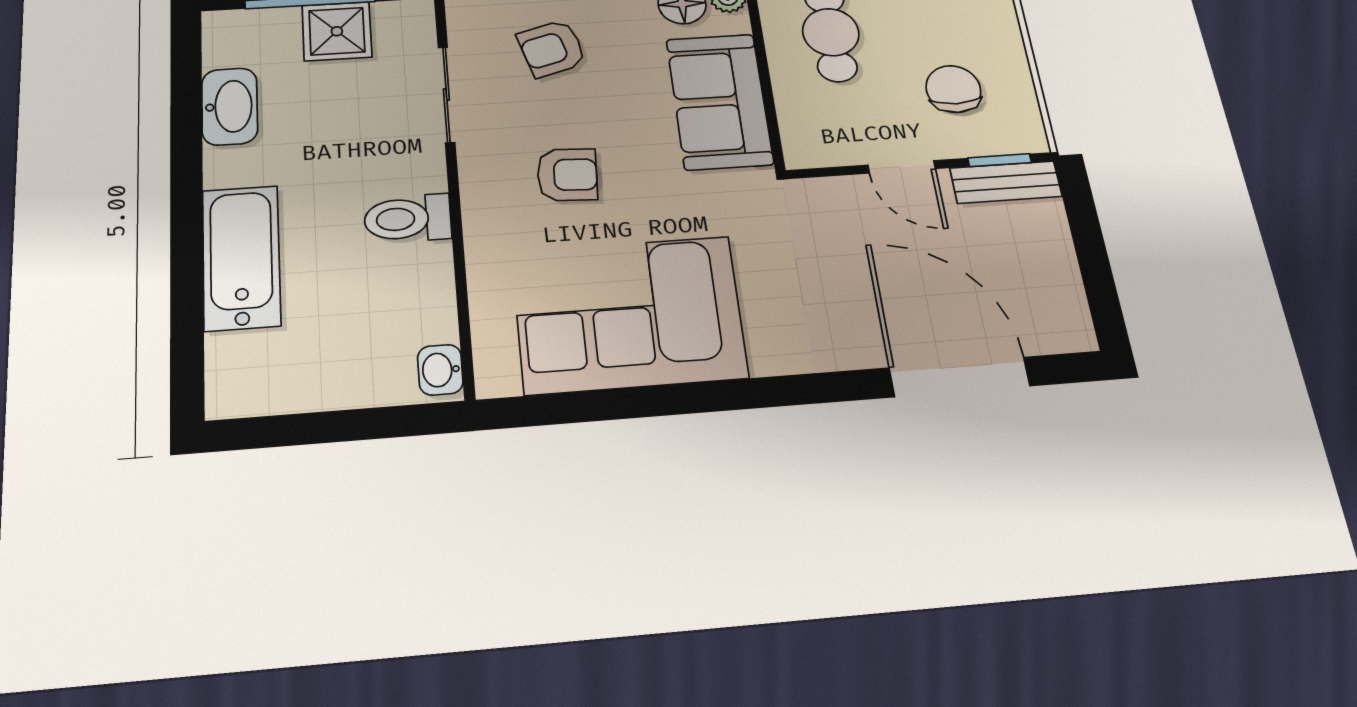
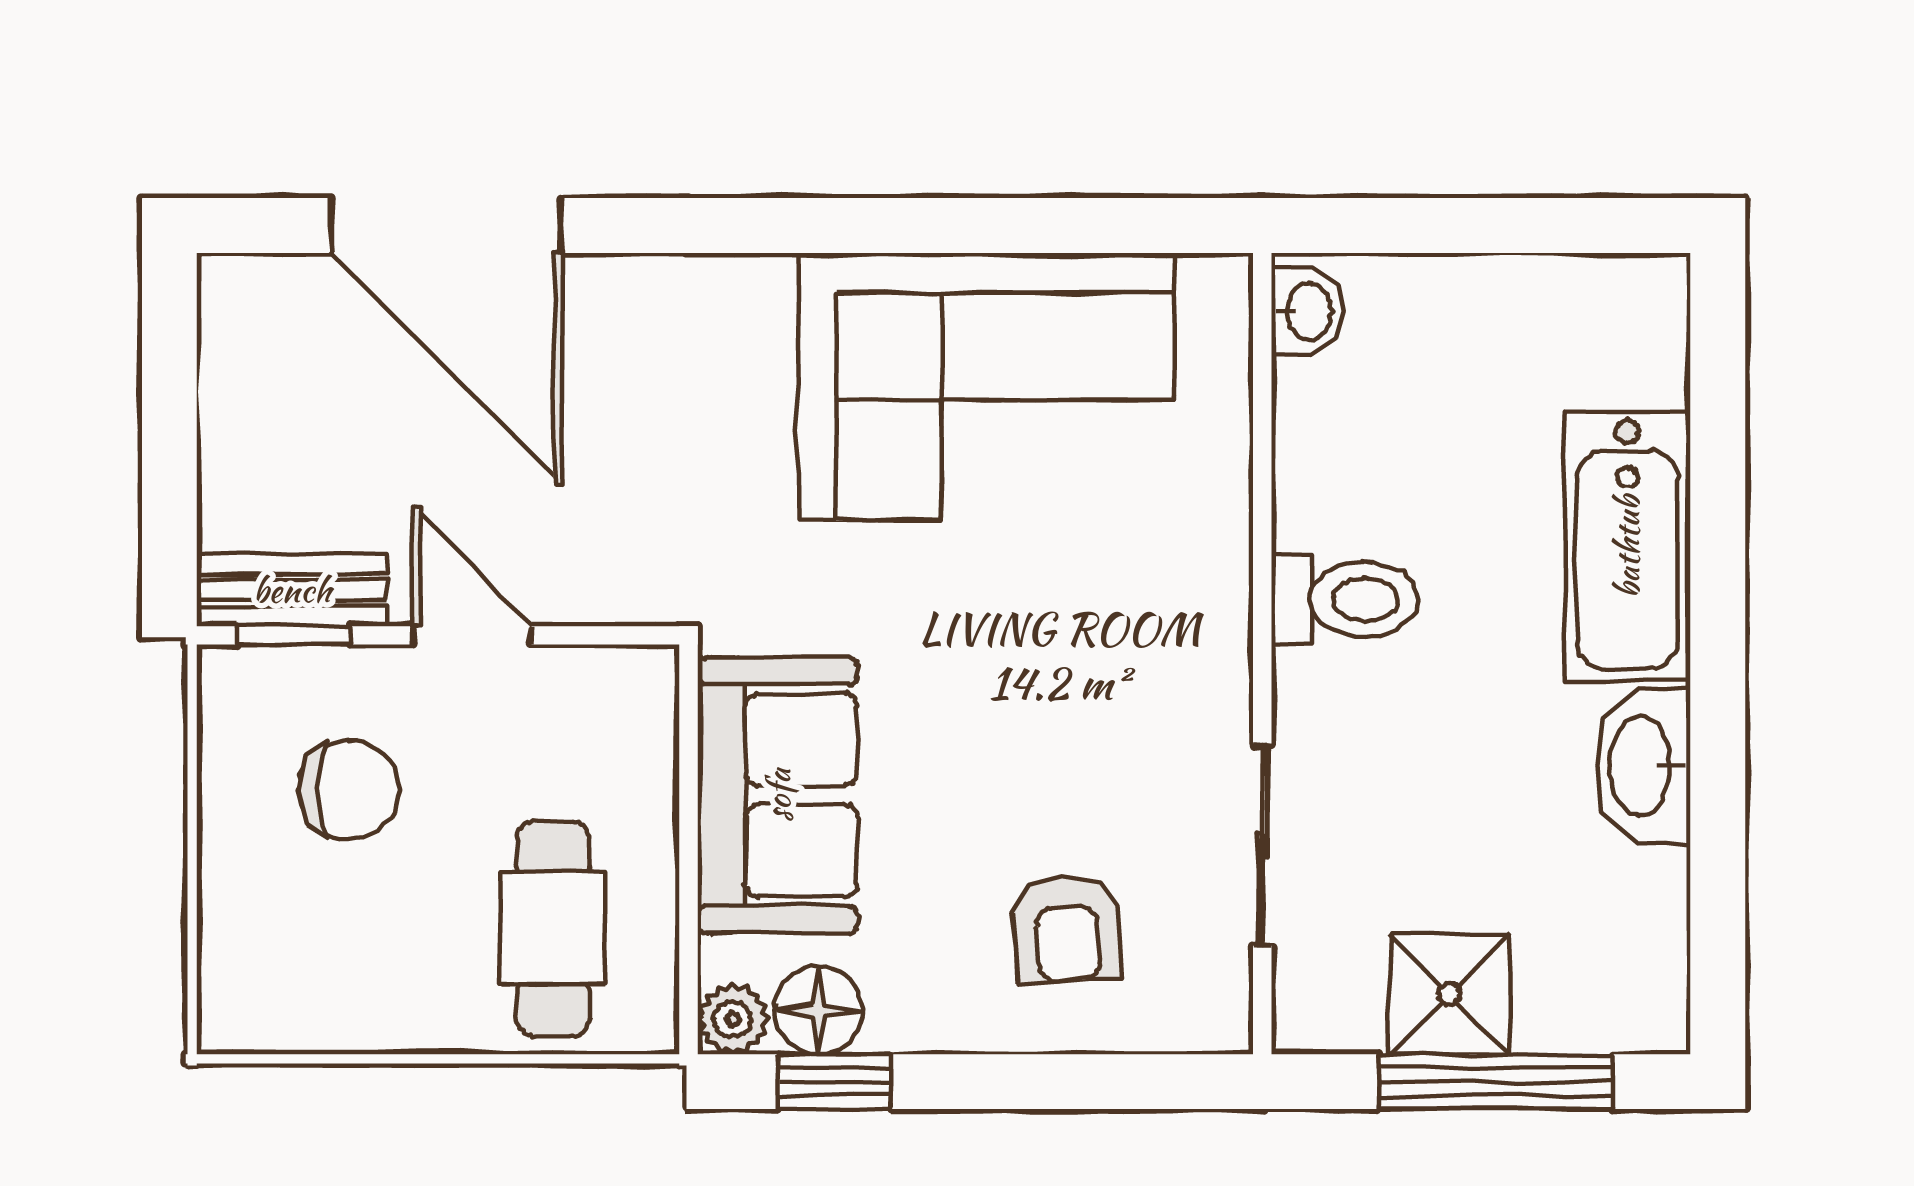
armchair: (552, 49) -> (1067, 929), turned 102
chair: (953, 89) -> (349, 790), turned -90
washbasin: (230, 106) -> (1643, 766), moved
armchair: (567, 175) -> (1064, 665), removed

